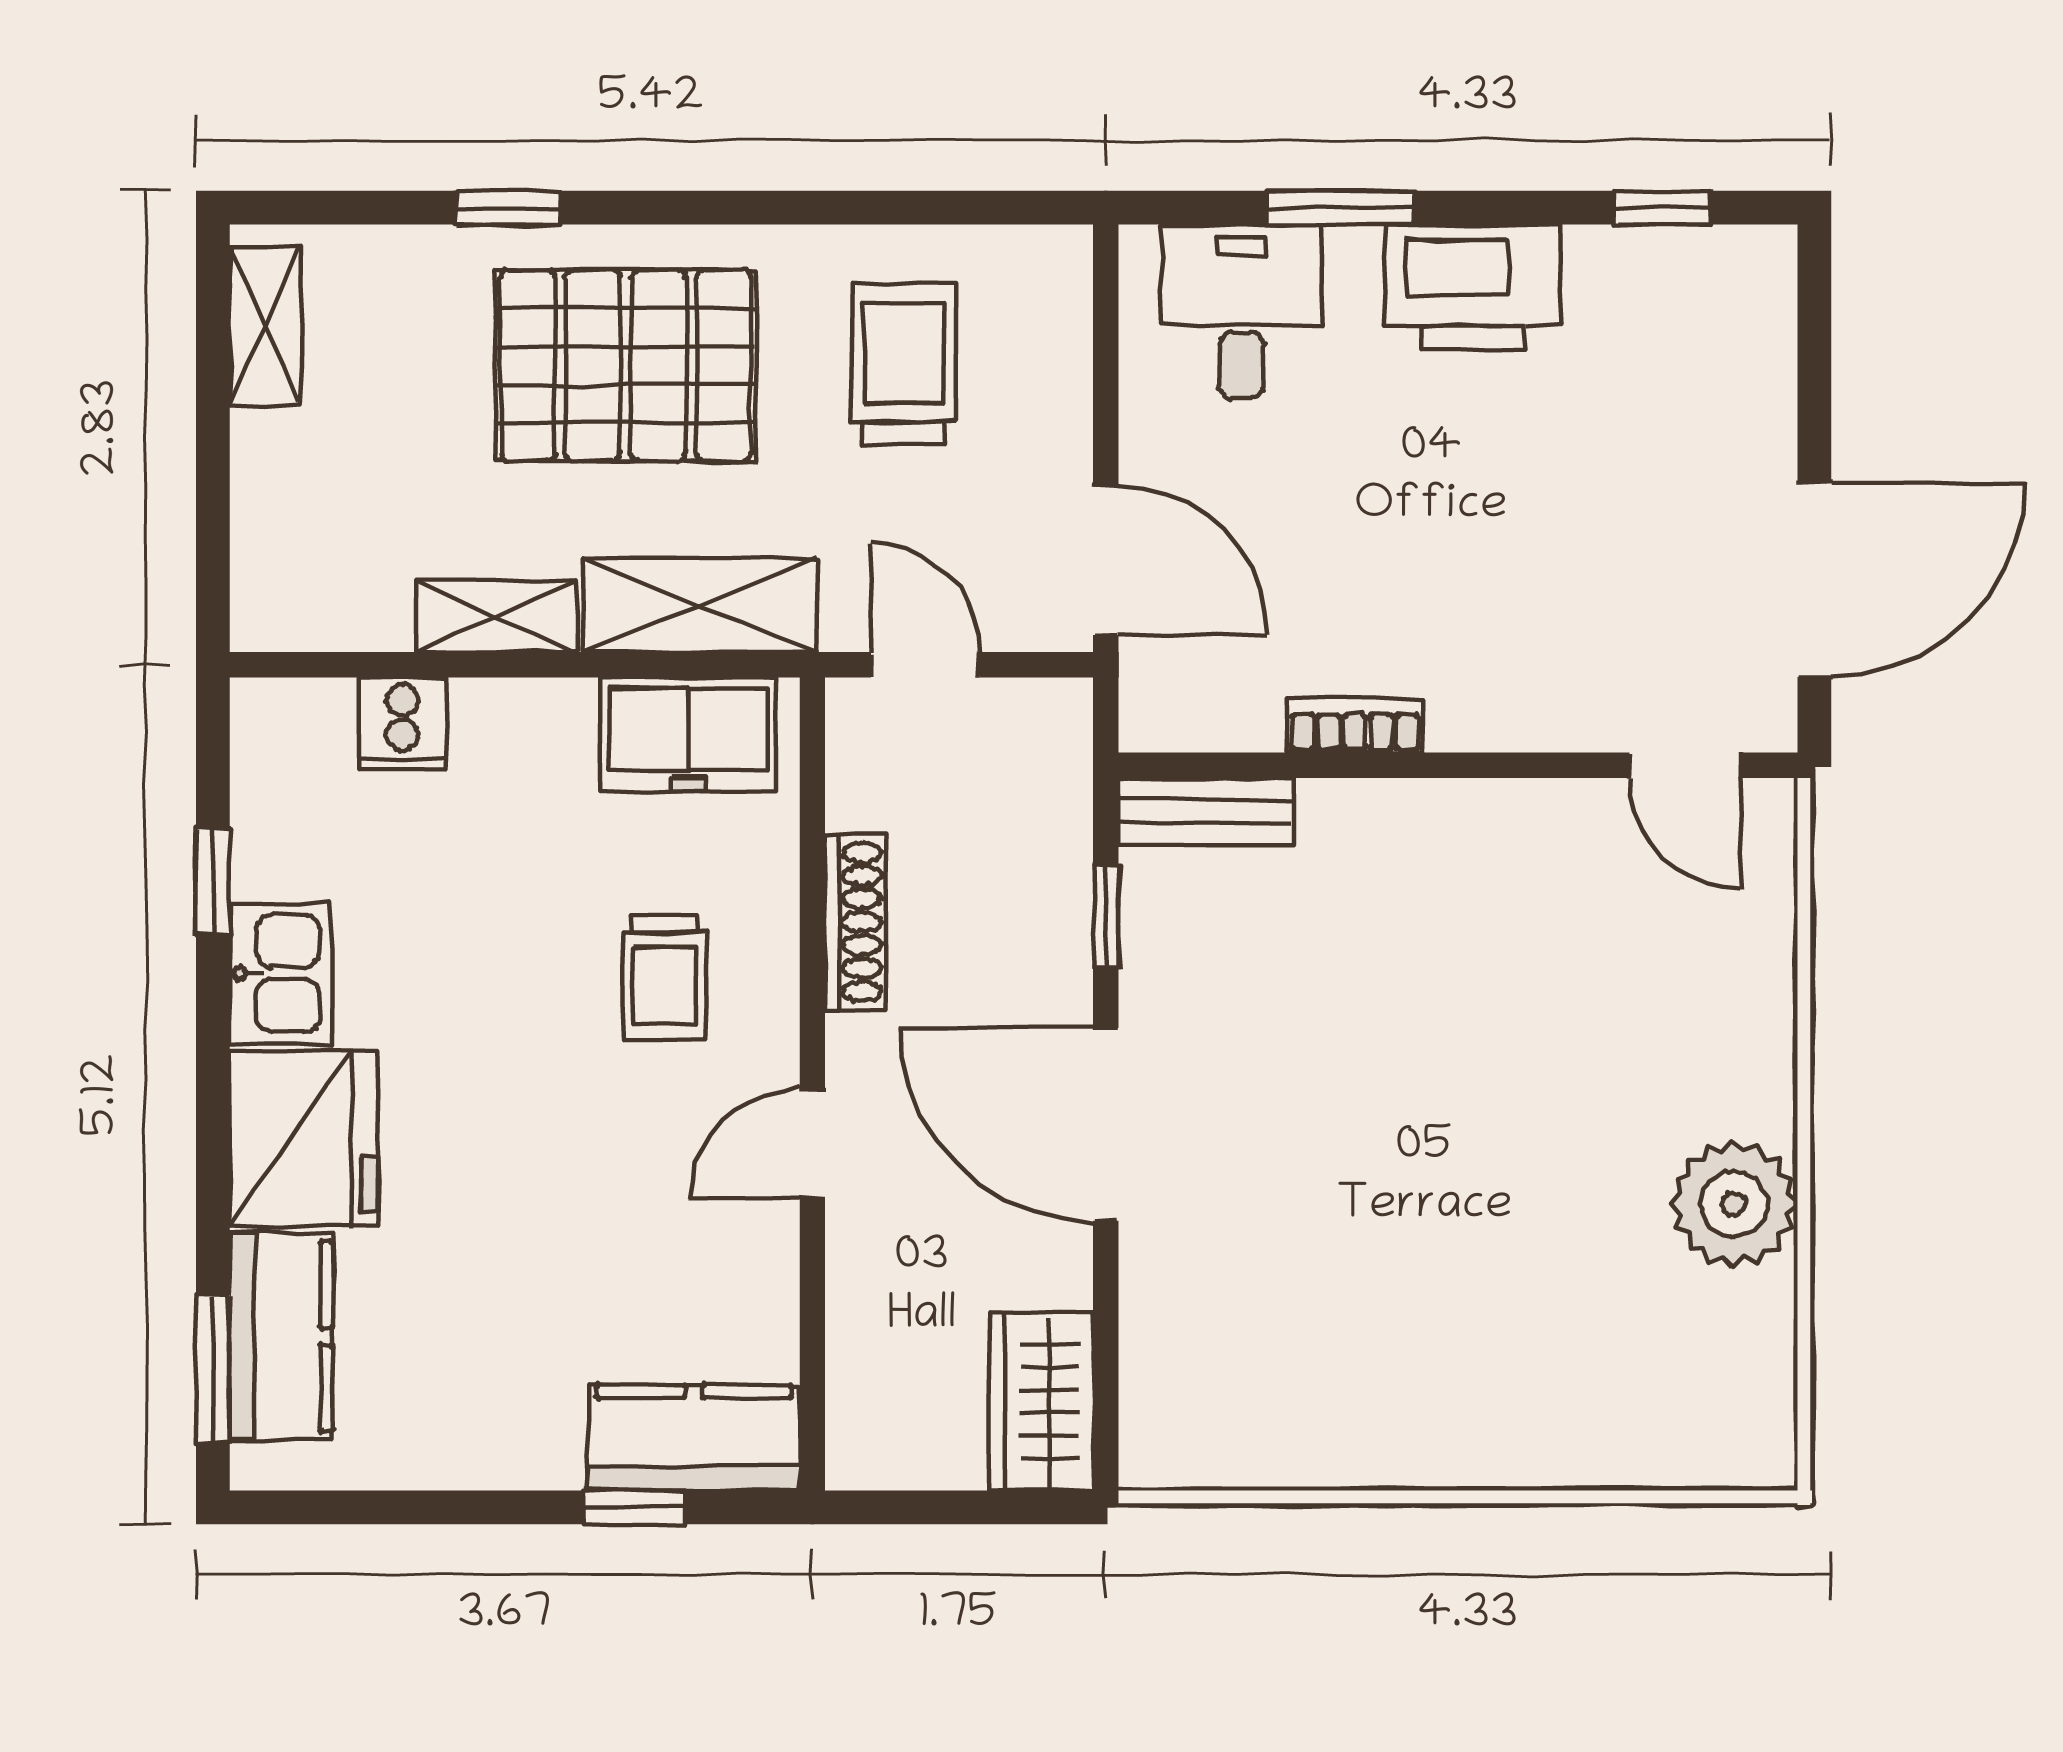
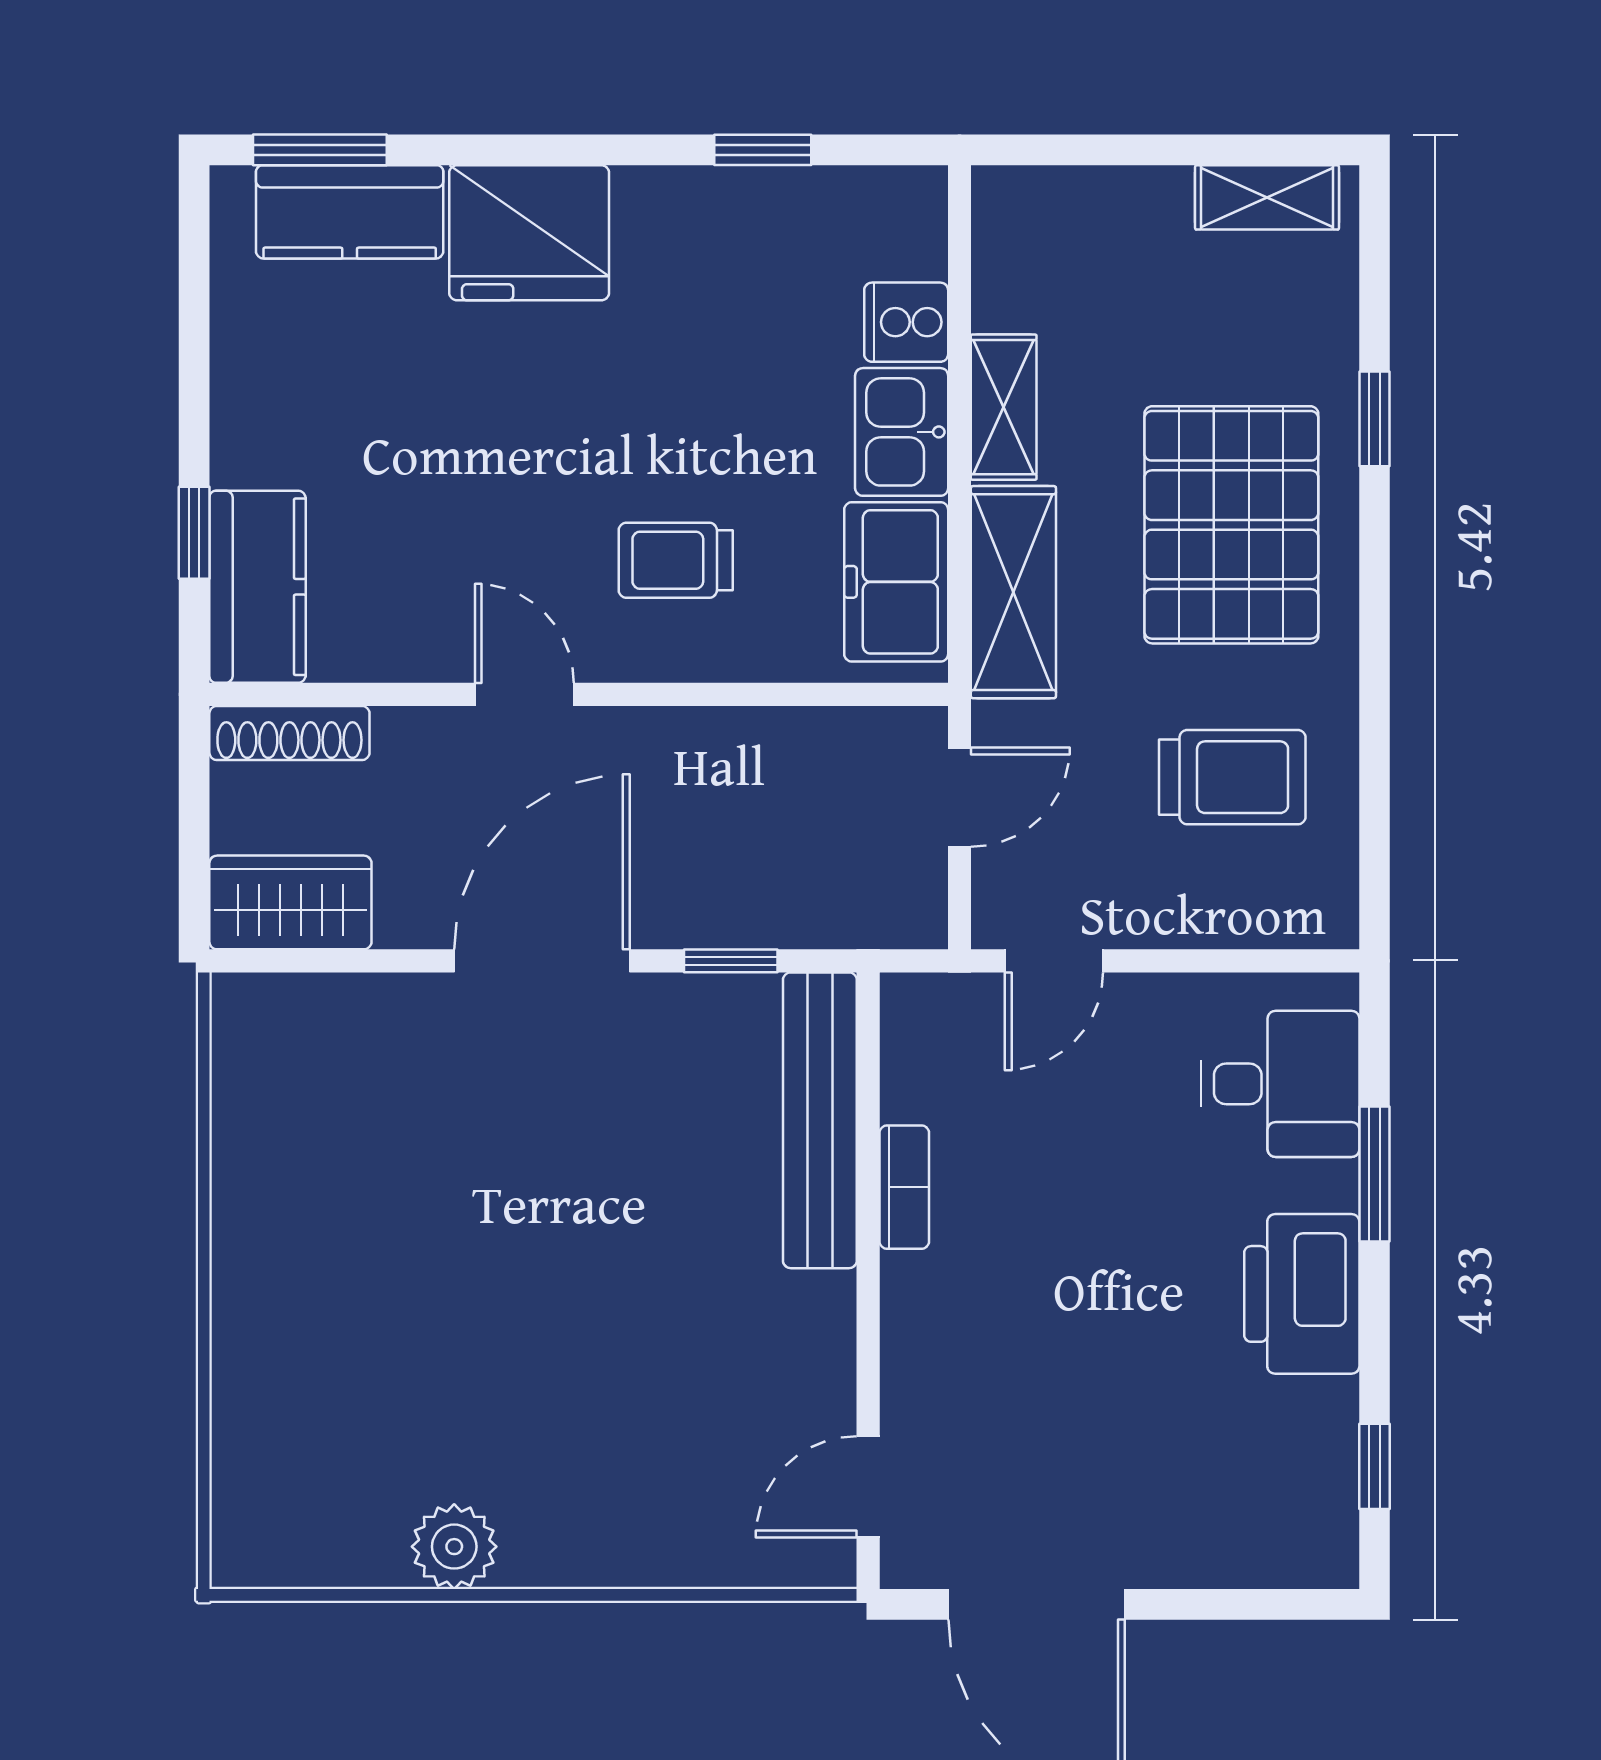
door: (1106, 561) -> (1054, 961), width x0.73
bench: (1206, 811) -> (820, 1120), width x1.86, depth x1.21
shoe rack: (855, 922) -> (289, 733), moved
kitchen sink: (281, 973) -> (902, 432), moved, turned 90
plant: (1734, 1204) -> (454, 1547), width x0.73, depth x0.73

